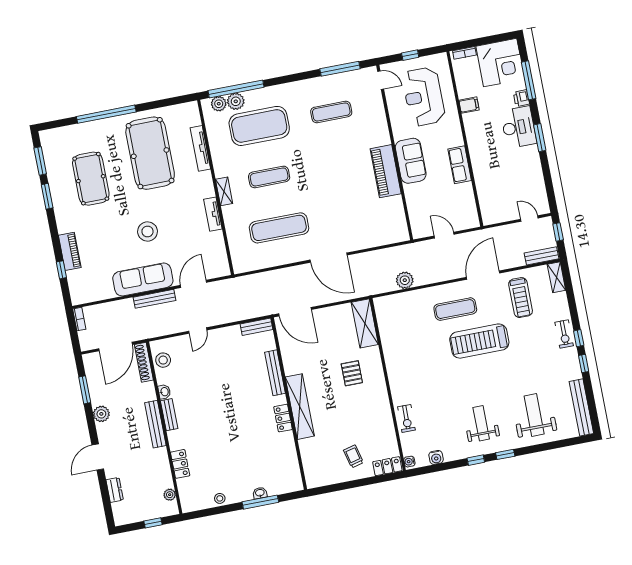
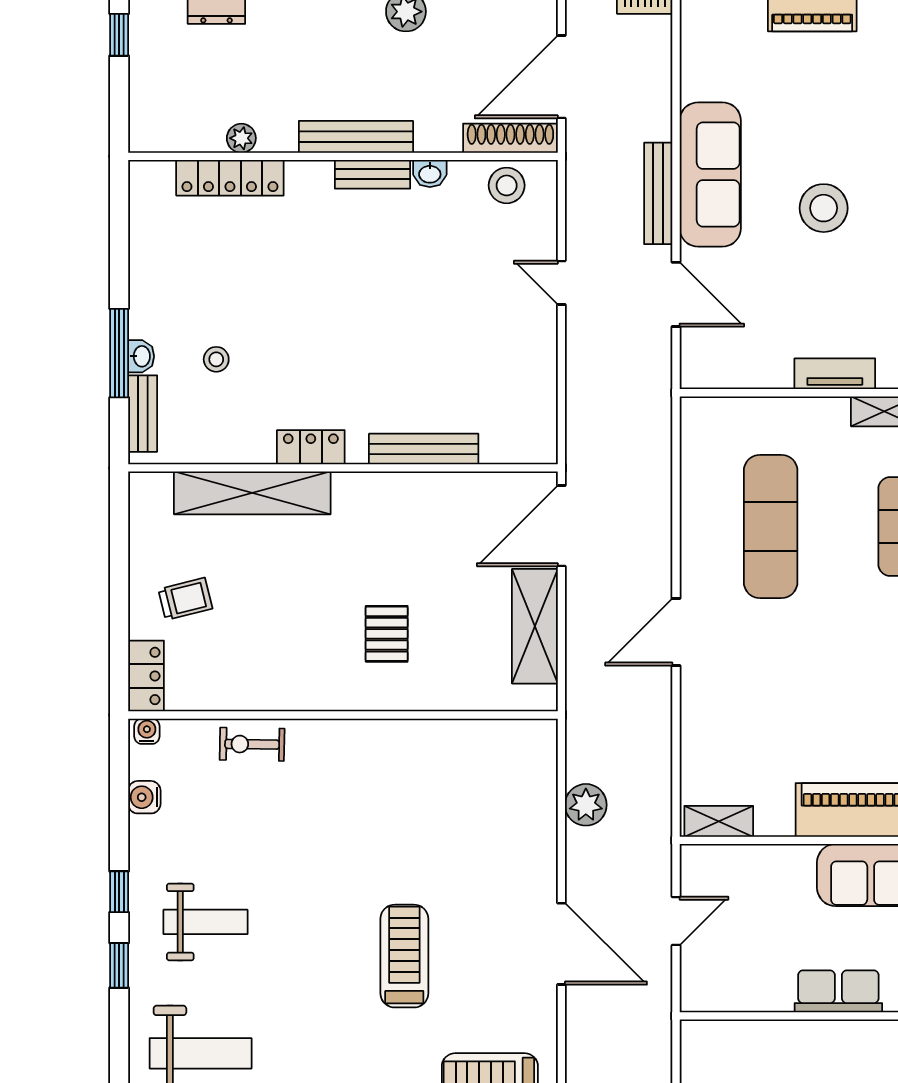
shelving: (401, 226) -> (719, 821), added
door: (329, 258) -> (676, 632), width x0.73
door: (483, 275) -> (561, 944), moved
exercise mat: (455, 309) -> (493, 913), removed
shelving: (365, 323) -> (535, 626), moved, turned 90
bench: (257, 327) -> (143, 414), moved
treadmill: (479, 341) -> (404, 956), width x0.73, depth x0.73
door: (115, 347) -> (561, 77), hinge flipped
pallet: (352, 373) -> (387, 634), turned 90
shelving: (300, 407) -> (252, 493), moved
locker: (180, 464) -> (230, 178), width x1.53
plant: (170, 495) -> (241, 138), moved
stool: (220, 498) -> (216, 359), moved
window: (153, 523) -> (119, 35), moved

